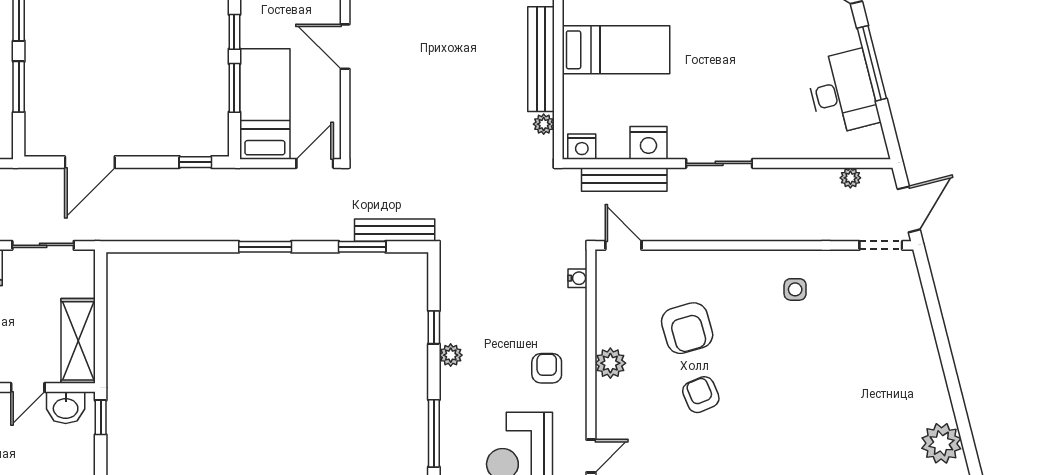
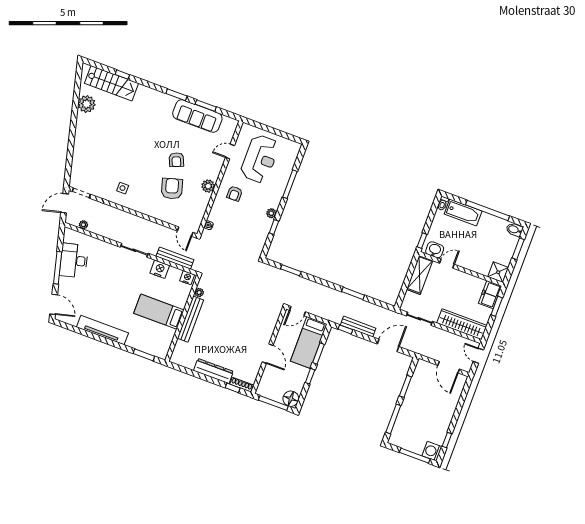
bench: (395, 230) -> (358, 327), moved
window: (265, 247) -> (353, 293), moved

